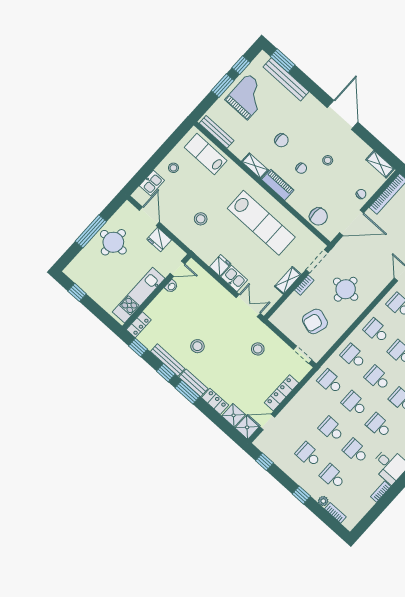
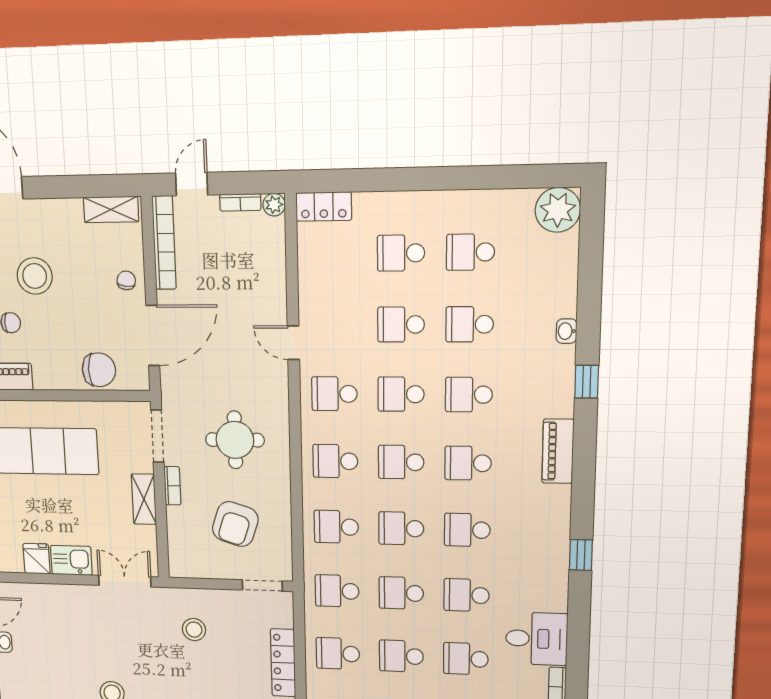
stool: (328, 160) -> (35, 276), width x1.89, depth x1.89
school desk: (307, 407) -> (338, 654), added

